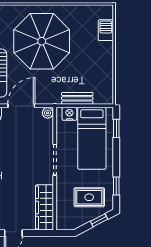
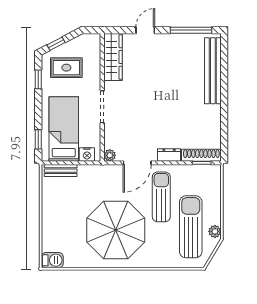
barbecue: (106, 30) -> (52, 260), moved, turned -90
bench: (77, 98) -> (61, 171), moved

